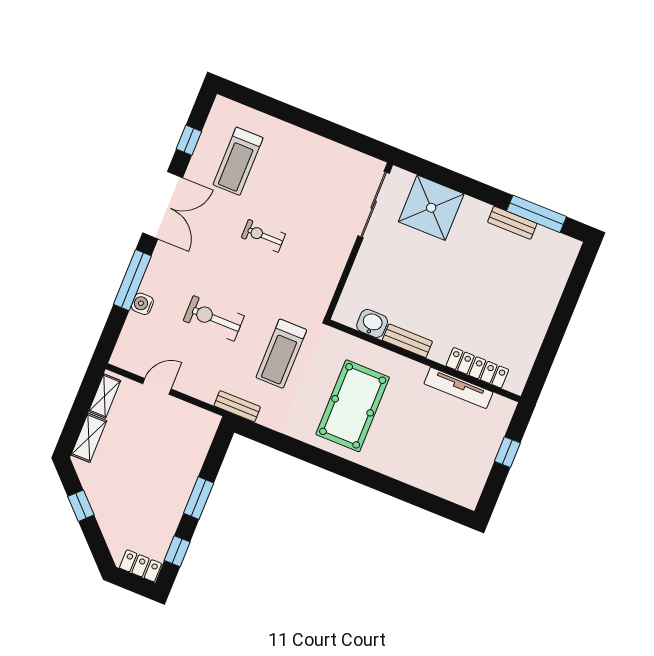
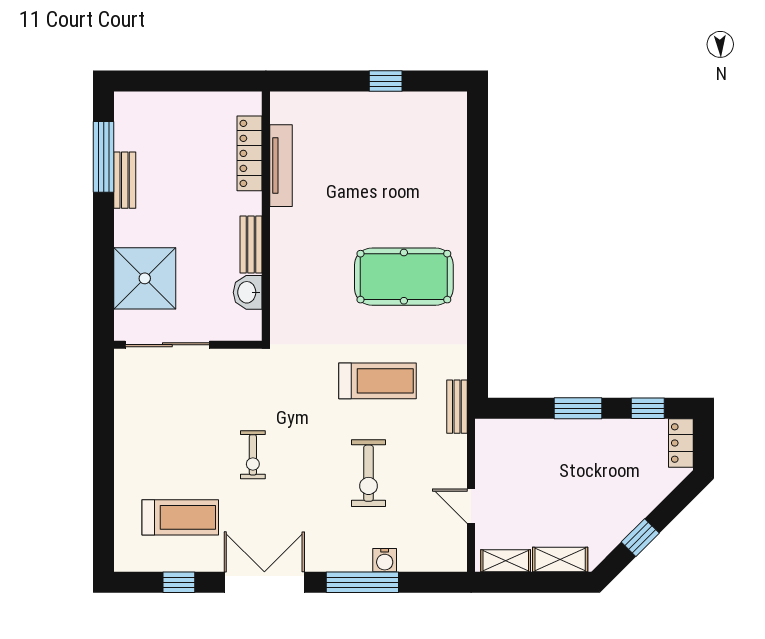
washbasin: (372, 323) -> (248, 292), moved
bench: (407, 341) -> (251, 245), moved
wall: (424, 361) -> (266, 216), moved
locker: (477, 368) -> (250, 153), moved
tv unit: (458, 388) -> (281, 166), moved

